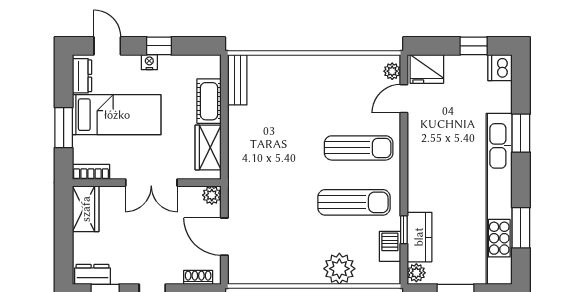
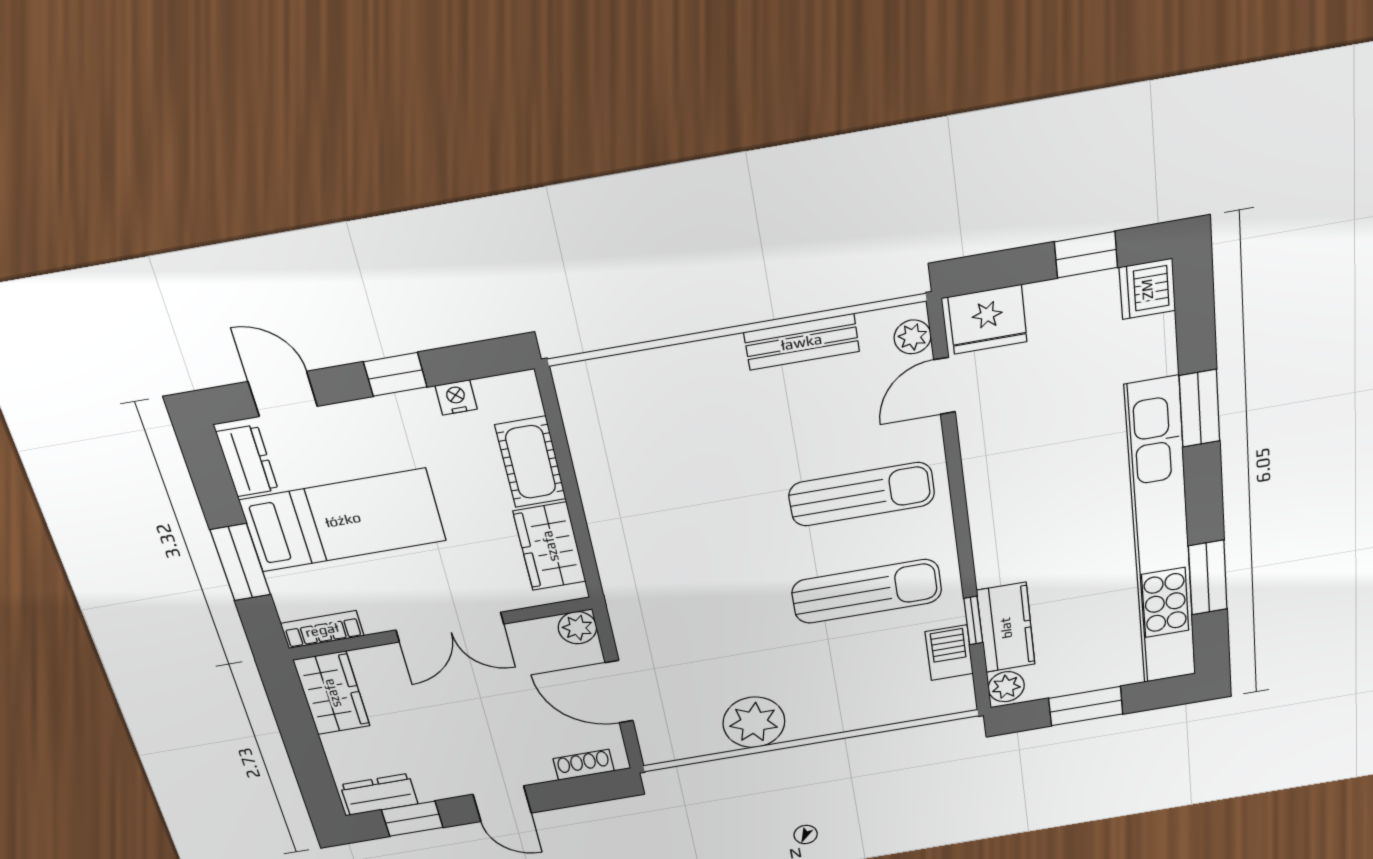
nightstand: (149, 62) -> (456, 397), moved
bench: (237, 80) -> (802, 342), moved, turned 90
plant: (339, 269) -> (754, 722), moved

